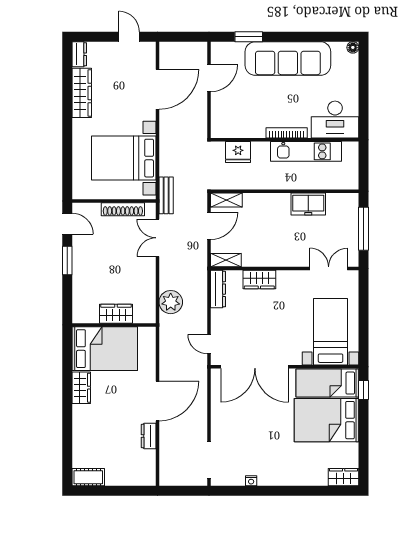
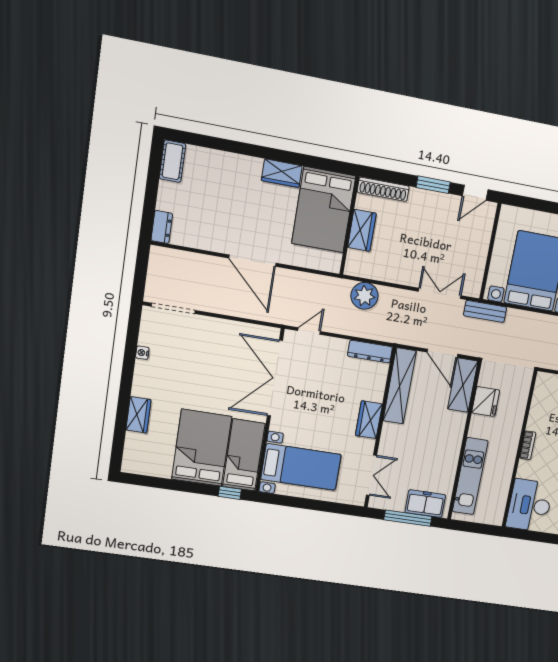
bookcase: (287, 133) -> (528, 445), width x0.64
kitchen unit: (306, 151) -> (470, 476), moved, turned 180
fridge: (238, 152) -> (486, 401), moved, turned 180
shelving: (226, 200) -> (463, 385), width x1.50, depth x1.33
freezer: (308, 204) -> (425, 504), moved, turned 90
shoe rack: (123, 209) -> (383, 189), moved, turned -90
shelving: (226, 260) -> (400, 386), width x2.20, depth x1.33
wardrobe: (259, 280) -> (369, 420), moved
dresser: (149, 436) -> (162, 227), moved, turned 90
wardrobe: (344, 477) -> (138, 415), moved

